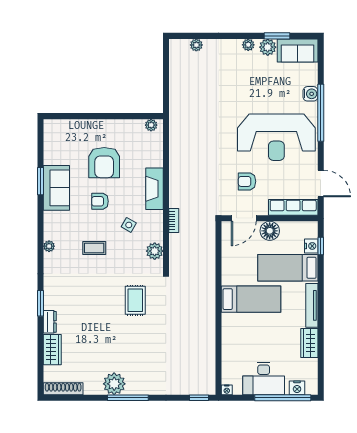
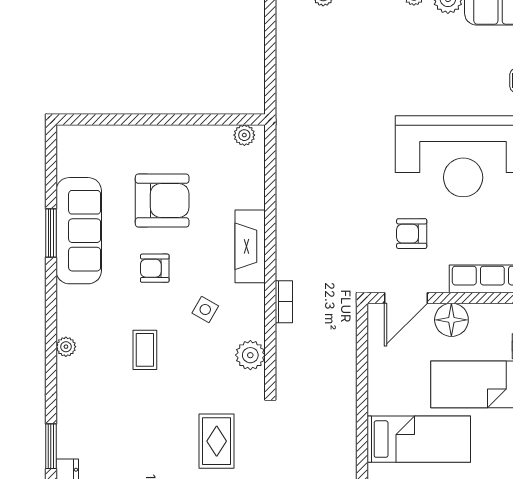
armchair: (104, 163) -> (162, 201), turned -90
sofa: (56, 188) -> (79, 231), width x1.36
coffee table: (94, 248) -> (145, 350), turned 90

